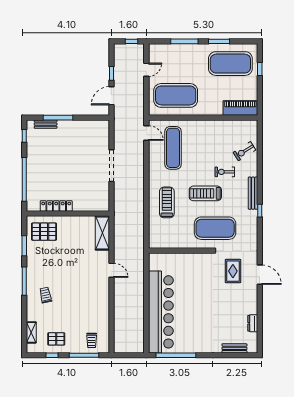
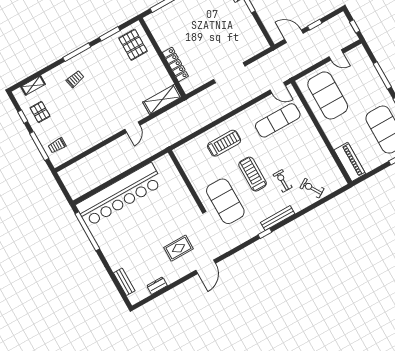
door: (146, 133) -> (278, 88), hinge flipped
locker: (56, 206) -> (175, 64), moved
rug: (233, 271) -> (179, 248), moved

